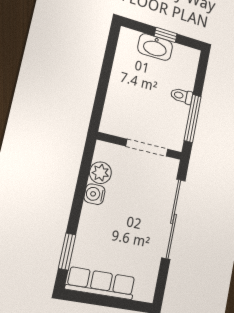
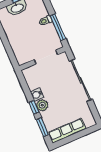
plant: (100, 173) -> (42, 105), moved
window: (76, 211) -> (34, 107), added

